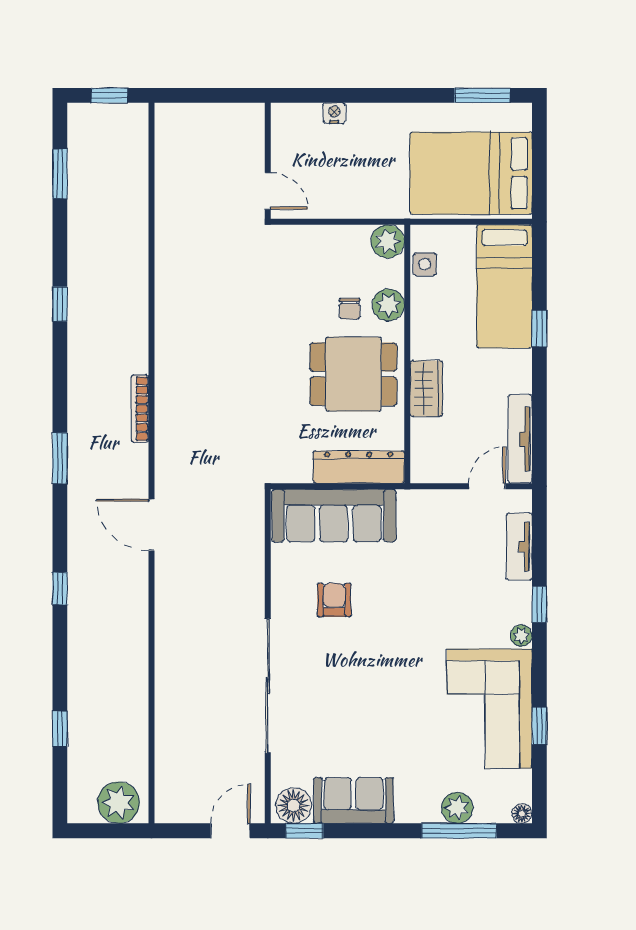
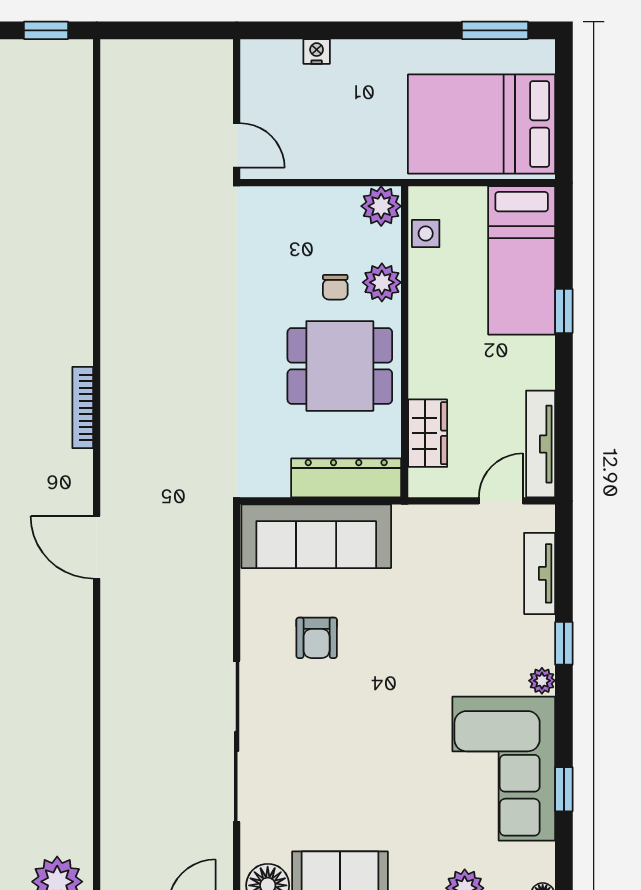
wardrobe: (426, 389) -> (428, 433), moved
armchair: (334, 600) -> (317, 638), turned 180

